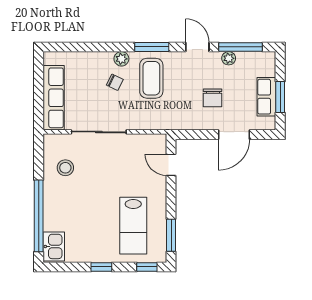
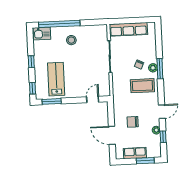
window: (152, 47) -> (160, 69), moved
window: (241, 47) -> (163, 137), width x0.46
window: (280, 97) -> (145, 161), moved
stool: (65, 168) -> (71, 40), moved
lab bench: (133, 226) -> (56, 79), turned 90

